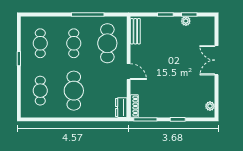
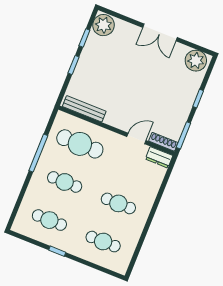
plant: (186, 21) -> (104, 25), moved, width x1.88, depth x1.88
bench: (135, 31) -> (84, 109), width x1.36
double door: (216, 60) -> (160, 32), moved
door: (129, 72) -> (136, 139), moved
cafe table: (74, 91) -> (118, 203), width x0.73, depth x0.74
plant: (210, 106) -> (196, 61), width x1.88, depth x1.88

